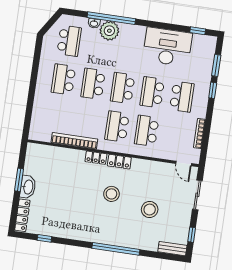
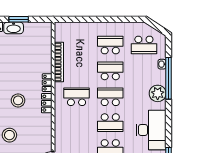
plant: (109, 31) -> (158, 93), moved
school desk: (152, 92) -> (110, 123), turned 180
school desk: (147, 131) -> (76, 123), removed

